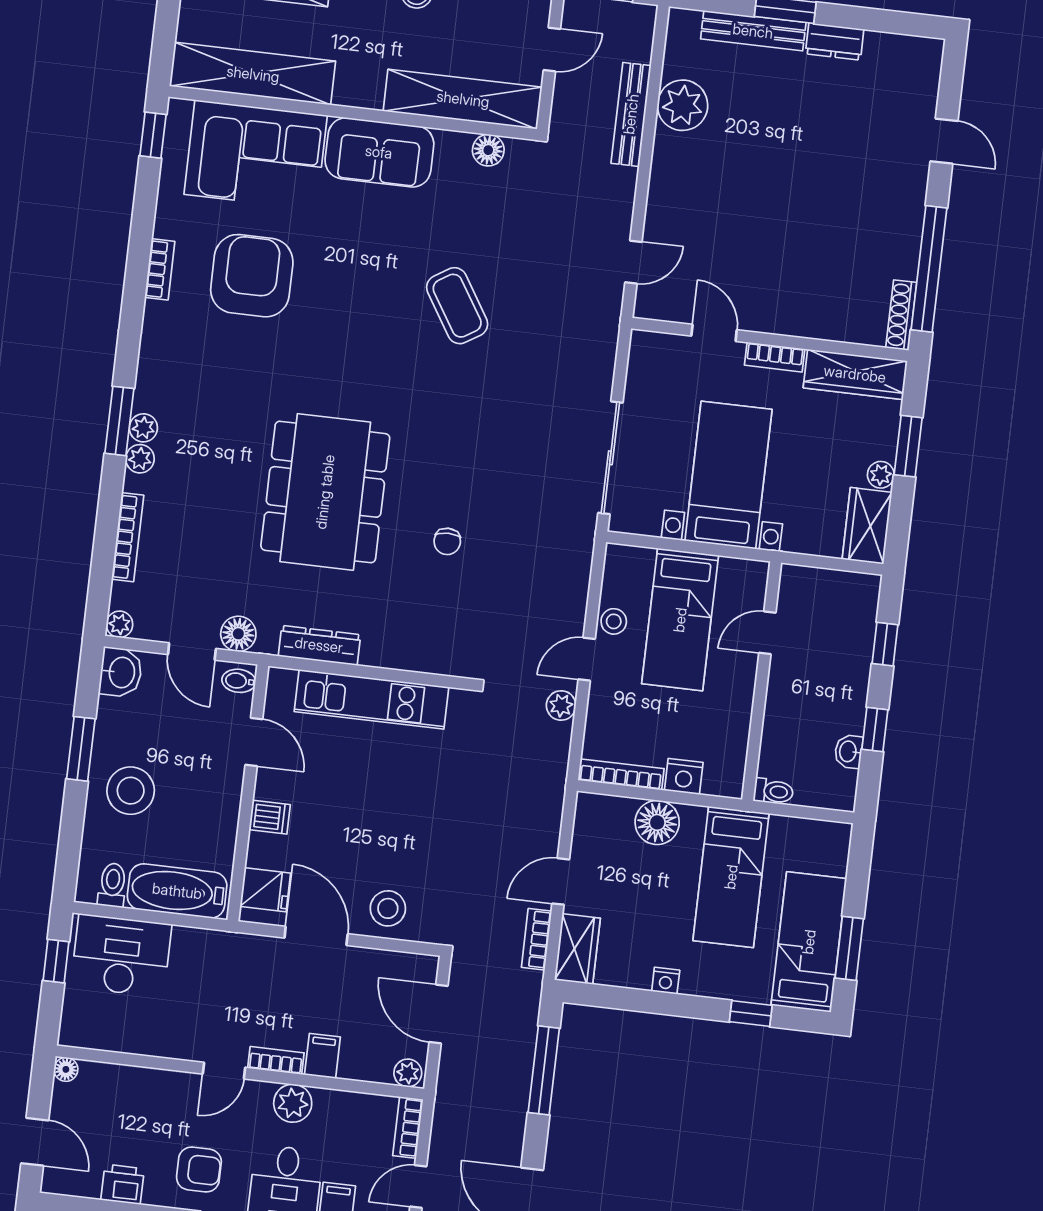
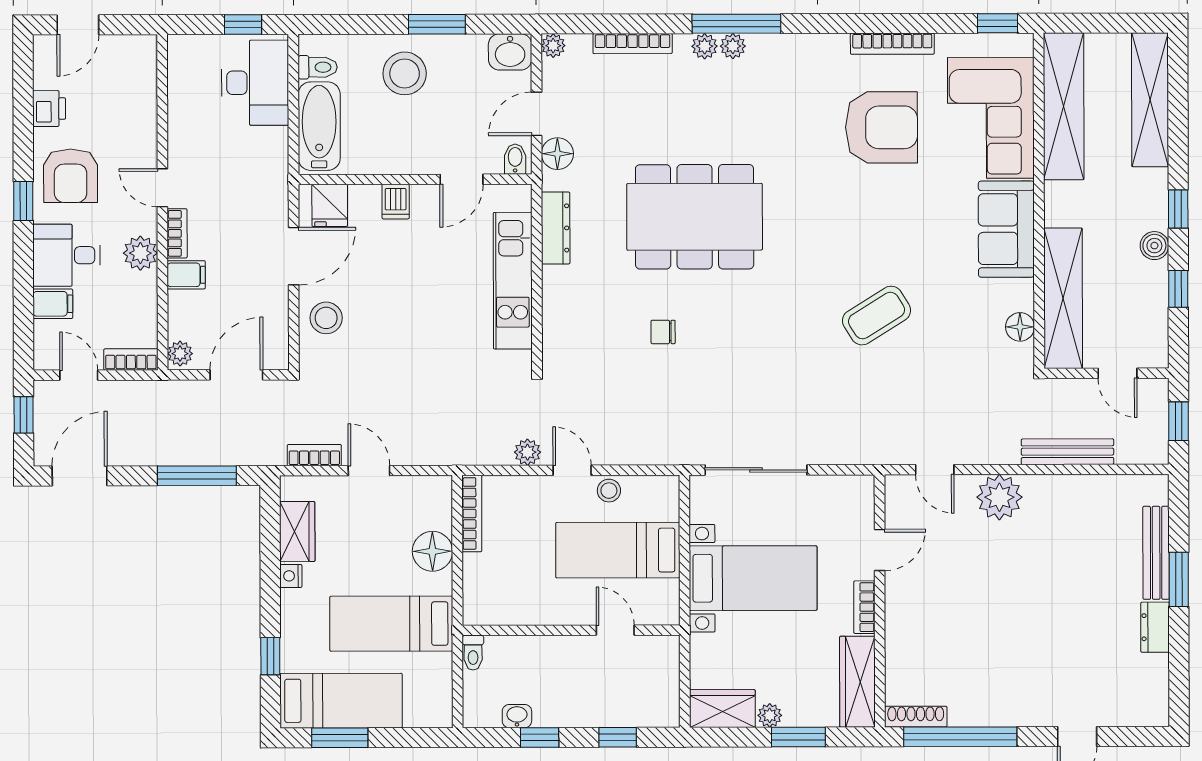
plant: (682, 105) -> (999, 497), moved
bookcase: (160, 269) -> (892, 44), width x1.56
window: (119, 421) -> (736, 24), width x1.44
nightstand: (684, 776) -> (477, 570), removed
wardrobe: (577, 949) -> (297, 532), moved, turned -90
floor lamp: (66, 1069) -> (146, 45), removed
armchair: (199, 1170) -> (71, 176), width x1.38, depth x1.38

